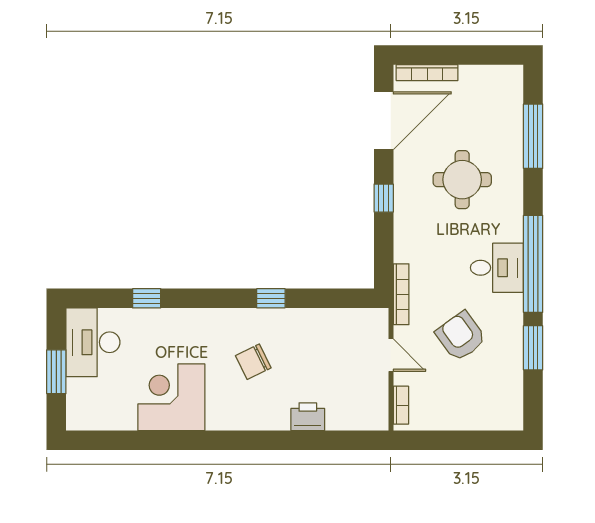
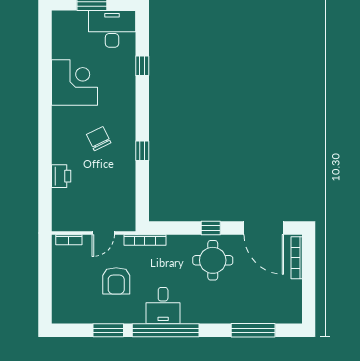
round table: (462, 180) -> (213, 260), moved
armchair: (461, 336) -> (116, 281), turned 126

